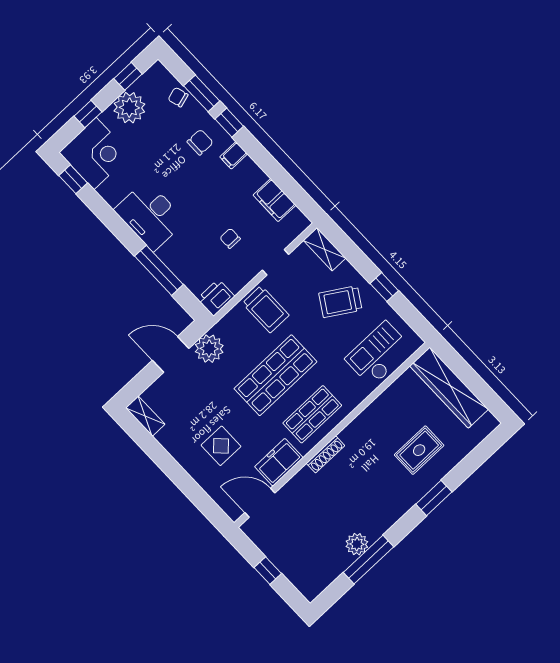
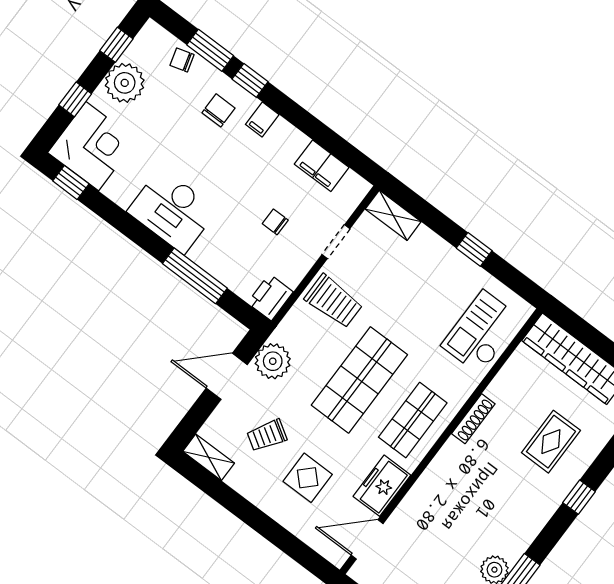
trolley: (340, 302) -> (267, 435), moved, width x0.73, depth x0.72
shoe rack: (326, 454) -> (473, 419), moved
window: (434, 498) -> (579, 497), width x0.67

